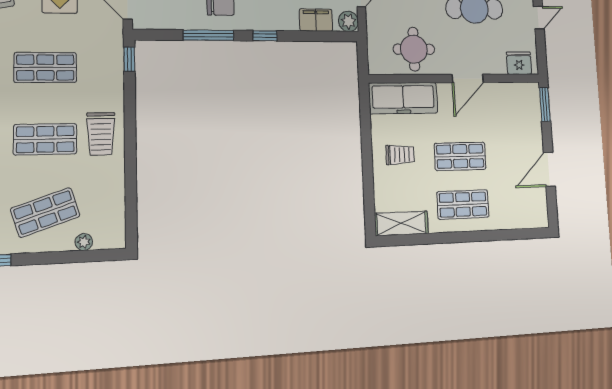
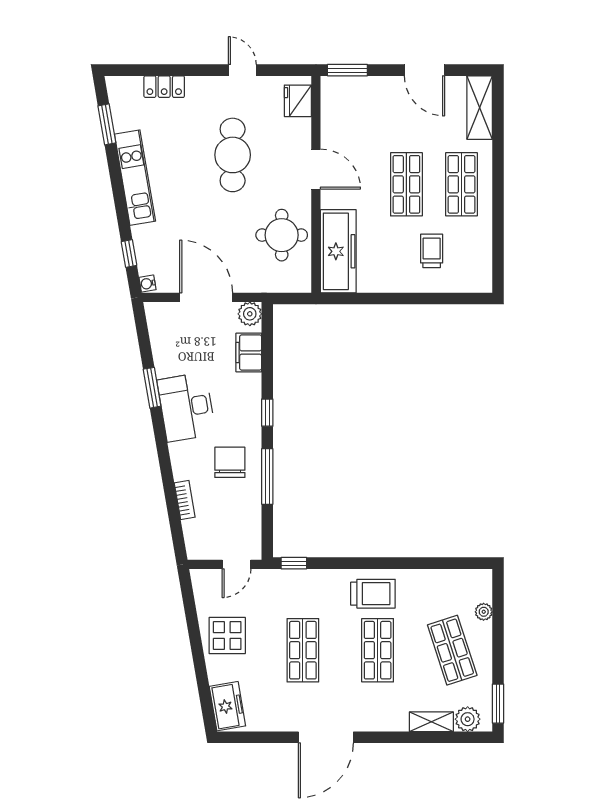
trolley: (400, 155) -> (432, 251), moved
shelving: (401, 223) -> (480, 108), moved

